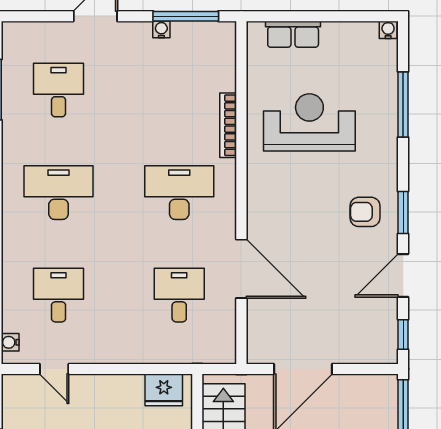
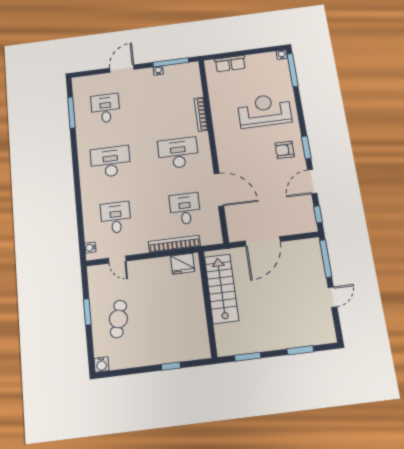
window: (403, 104) -> (293, 70), moved
reception desk: (309, 122) -> (264, 111), moved
bookcase: (154, 354) -> (174, 244), added

